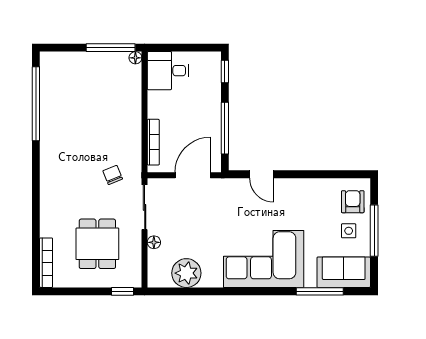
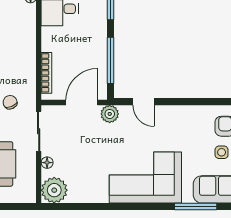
plant: (224, 188) -> (110, 114), added
plant: (186, 273) -> (54, 190), moved
window: (123, 291) -> (19, 207), removed

